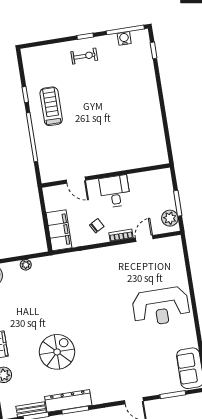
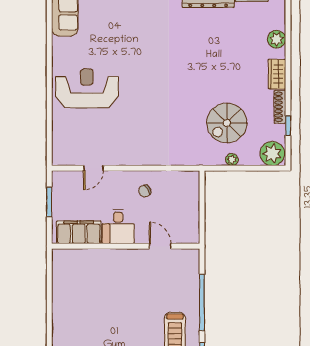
plant: (170, 218) -> (61, 186), removed
filing cabinet: (59, 230) -> (79, 232), moved, turned 90
bookcase: (121, 235) -> (119, 176), removed
spiral stairs: (57, 352) -> (227, 123), moved

